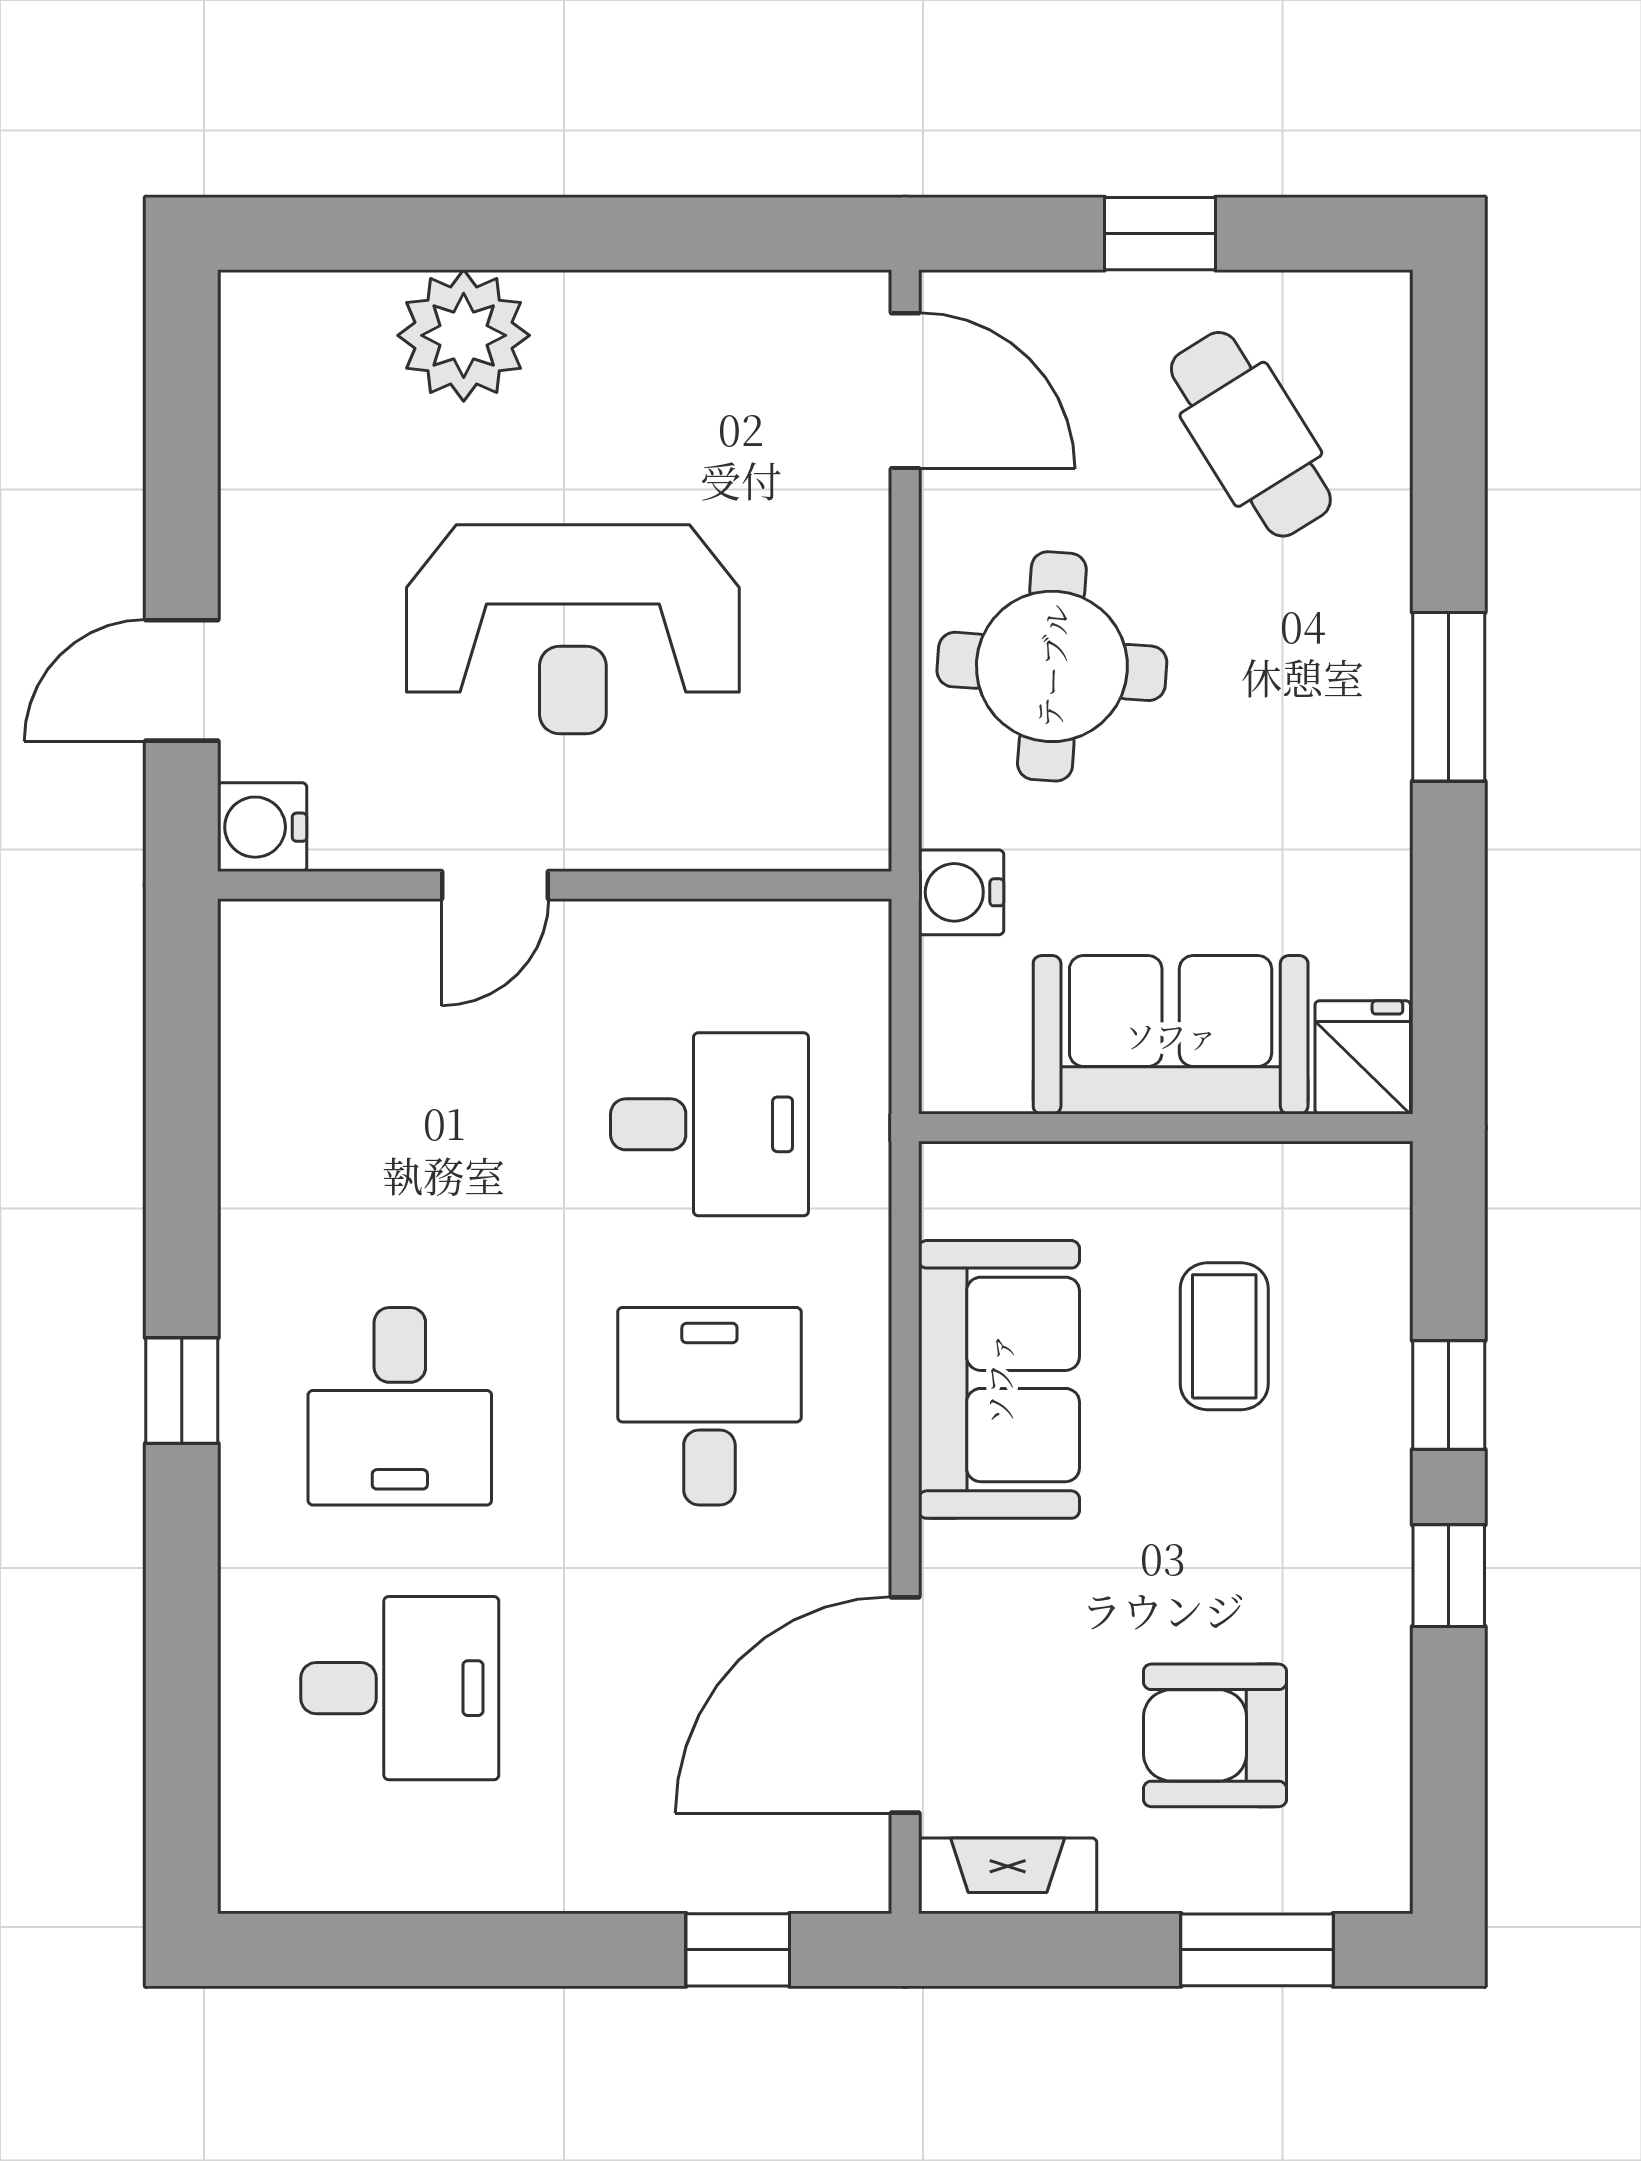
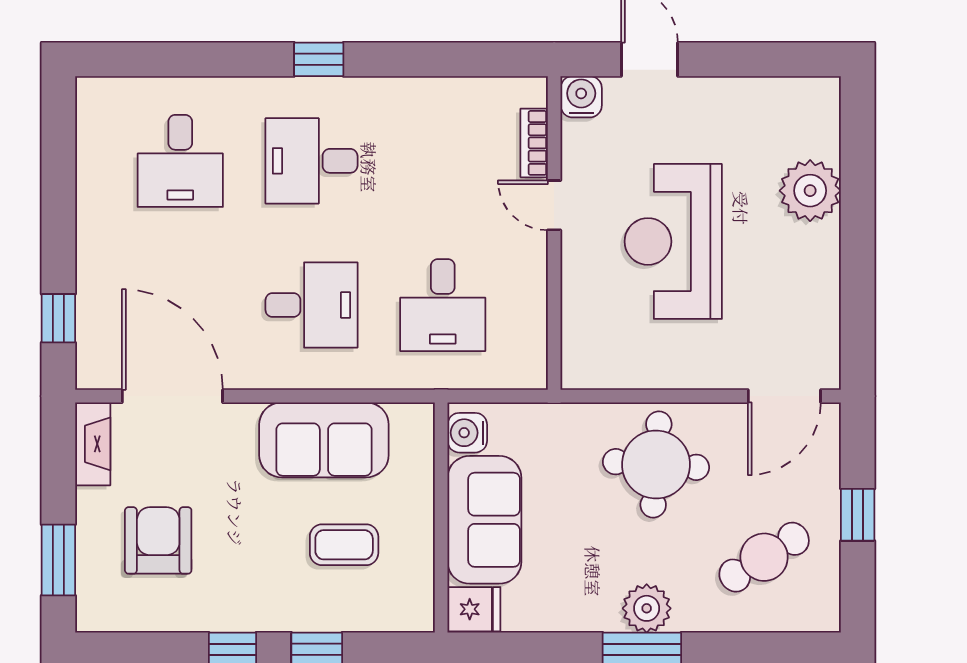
plant: (1361, 686) -> (647, 608), added
water cooler: (961, 892) -> (467, 433), moved, turned -90
bookcase: (361, 928) -> (534, 143), added

